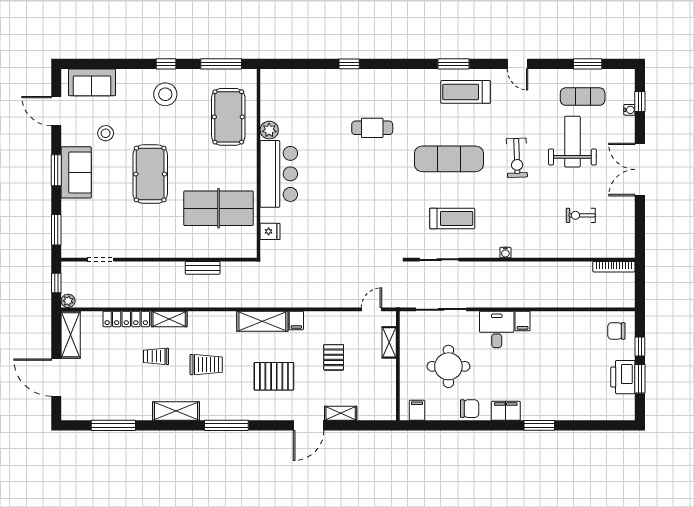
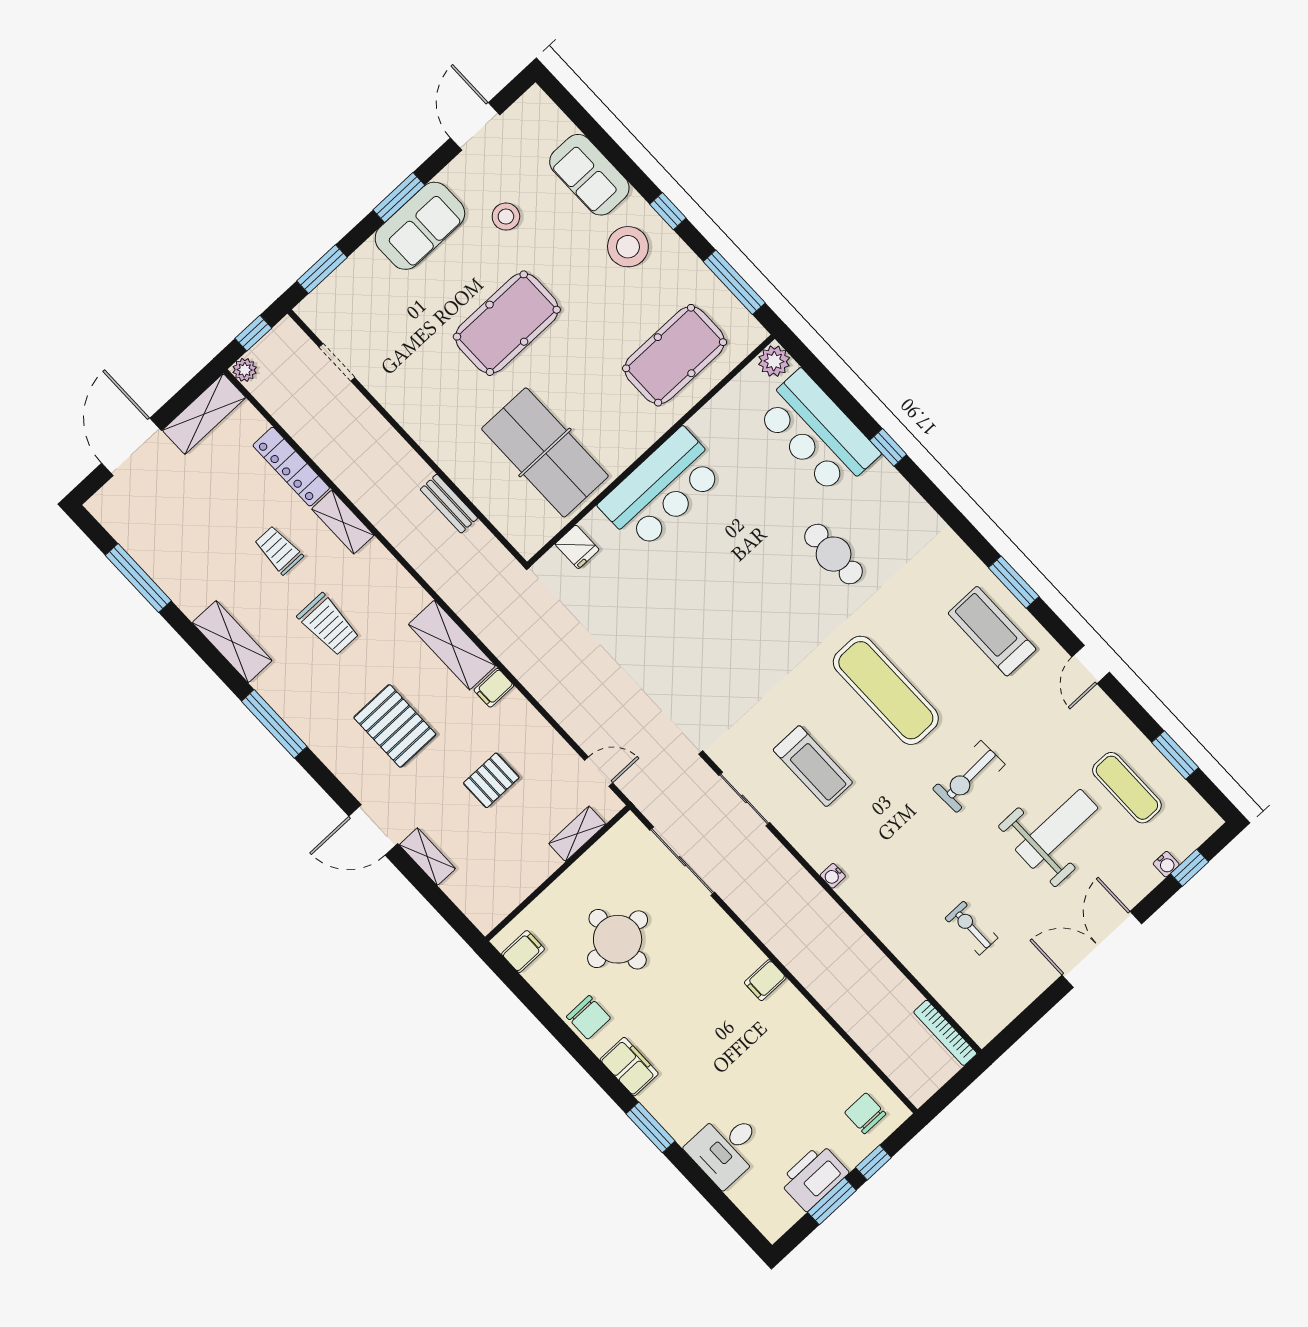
sofa: (92, 82) -> (589, 175), moved
bar counter: (316, 88) -> (817, 433), added
plant: (269, 130) -> (774, 361), moved
desk: (497, 329) -> (726, 1148), moved, turned 180

